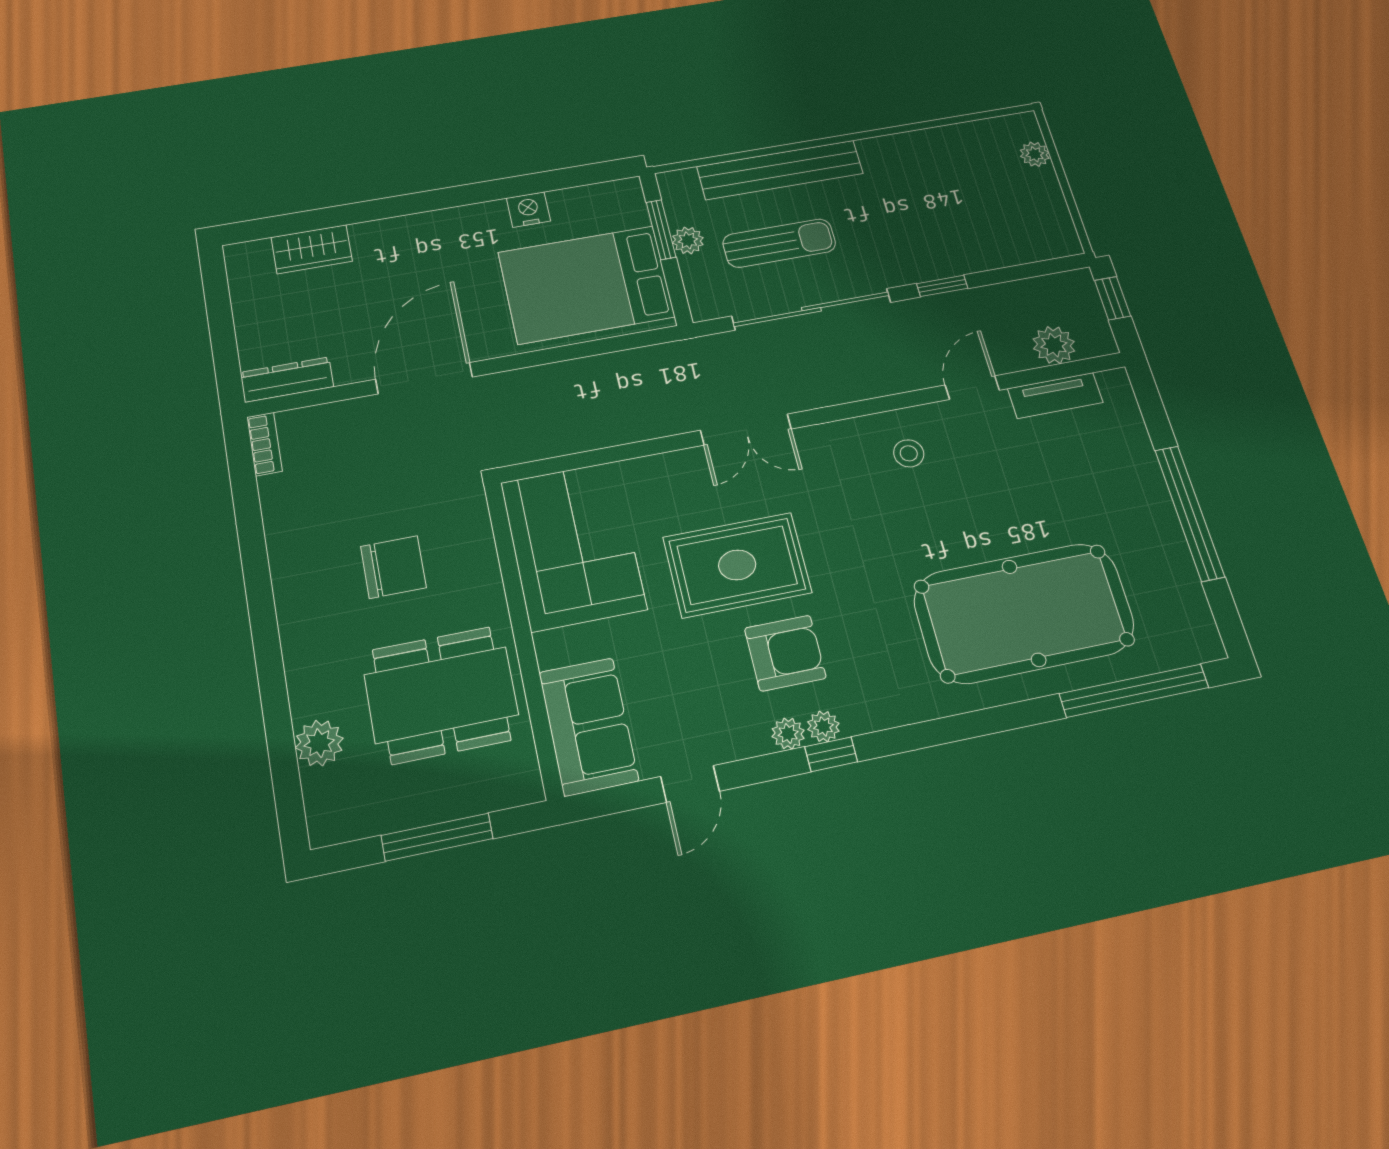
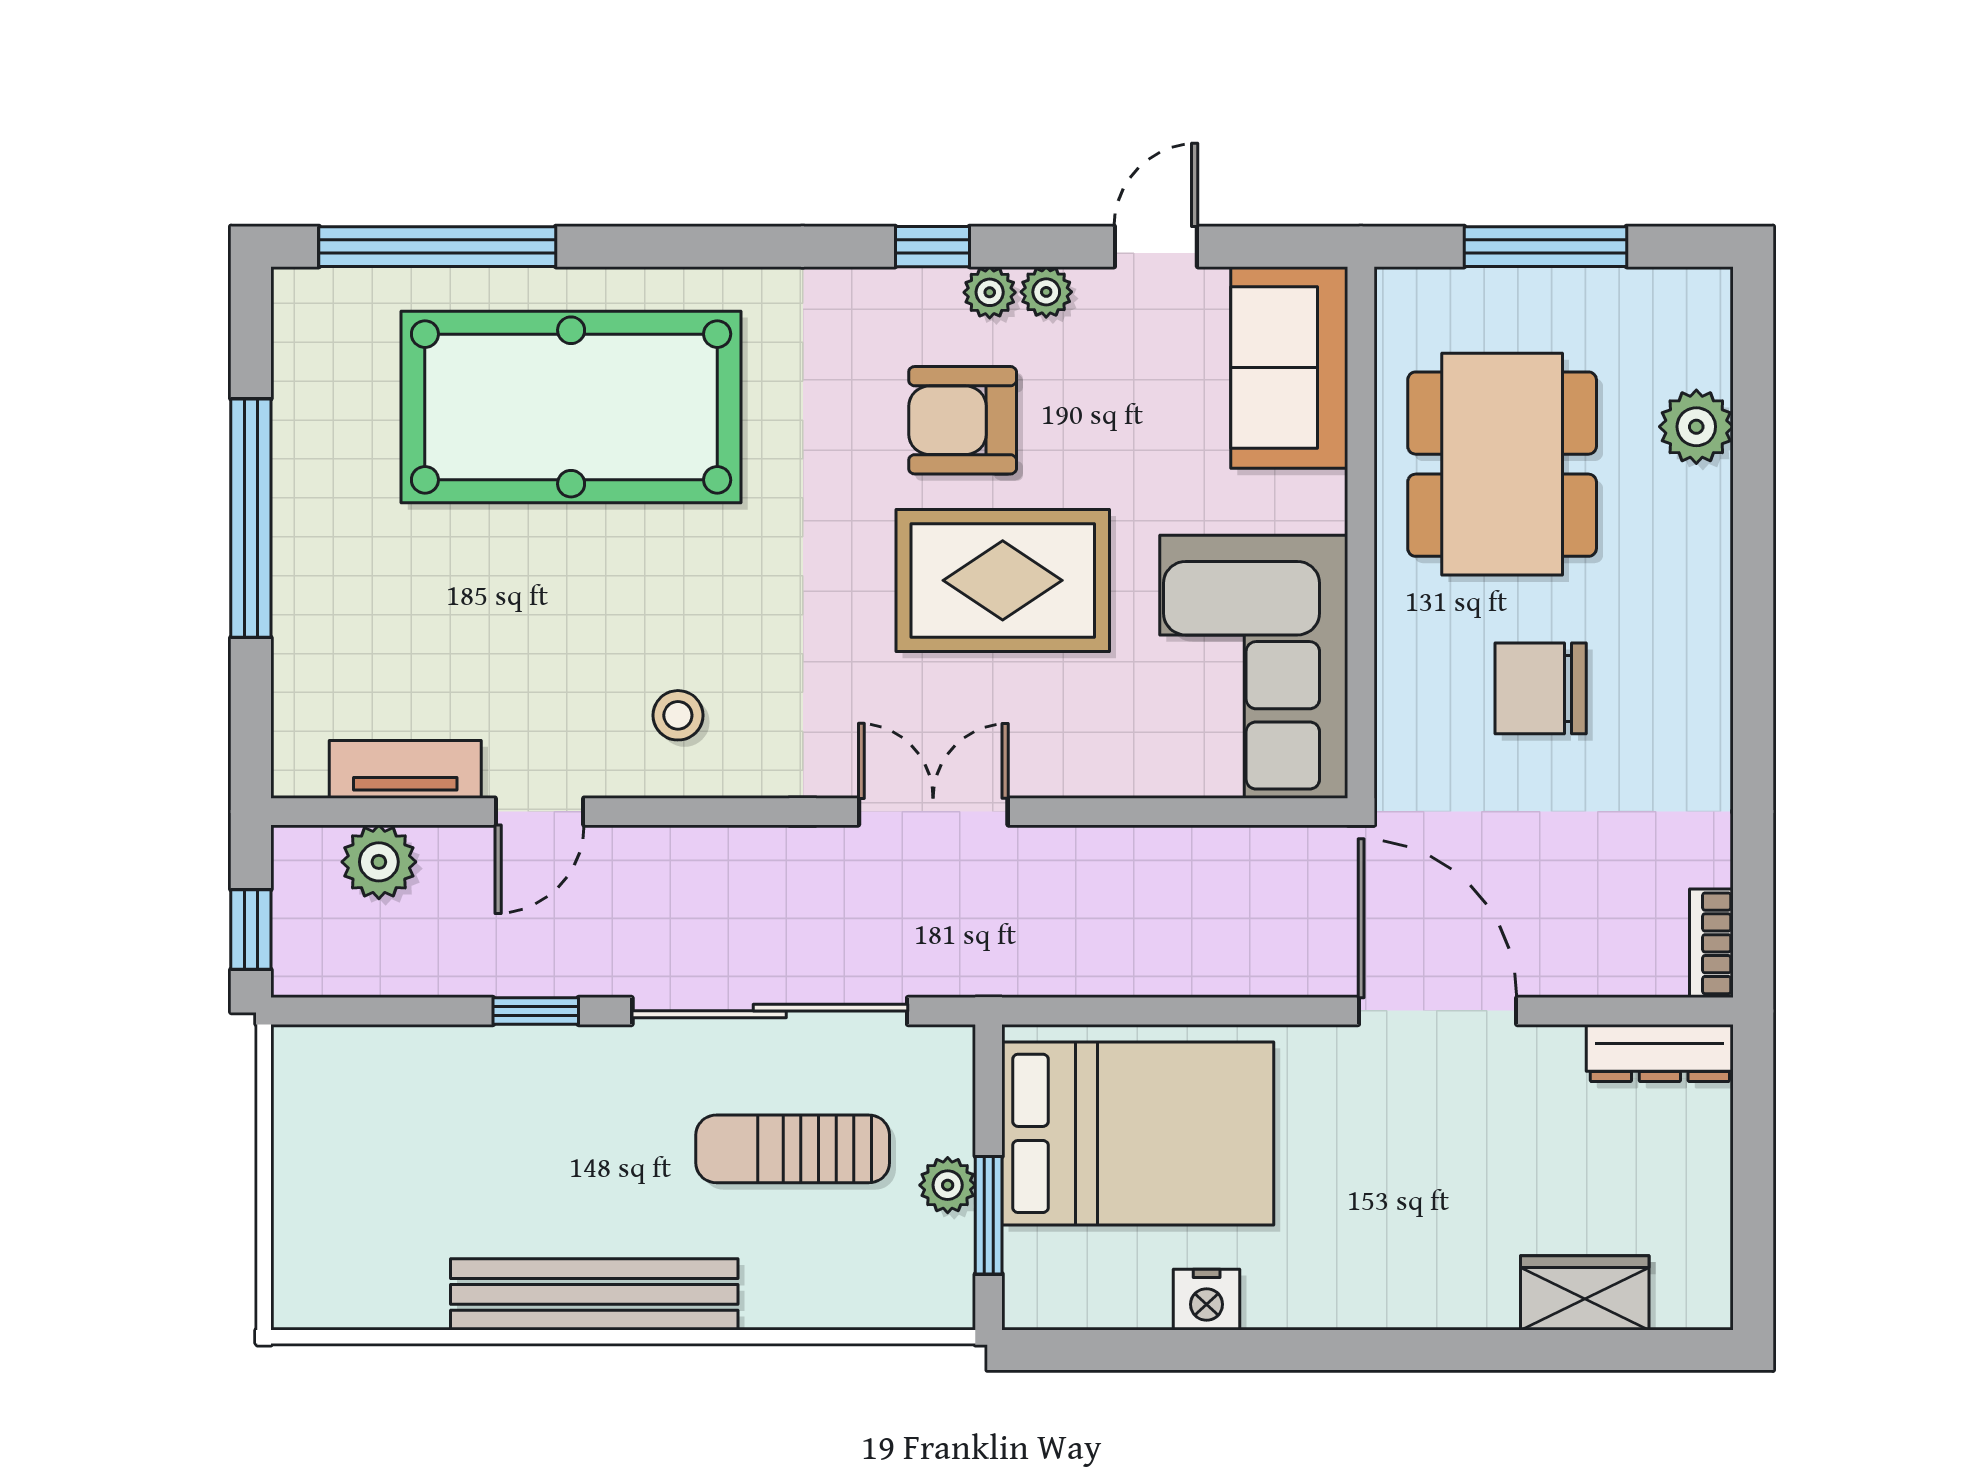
plant: (1035, 154) -> (298, 1239), removed
bench: (780, 170) -> (594, 1294), moved
door: (424, 378) -> (1438, 1011), swing flipped
dining table: (441, 695) -> (1502, 464), turned 90
plant: (823, 726) -> (1046, 292), moved

